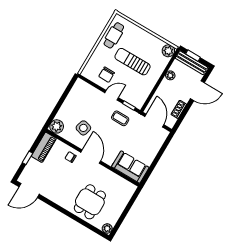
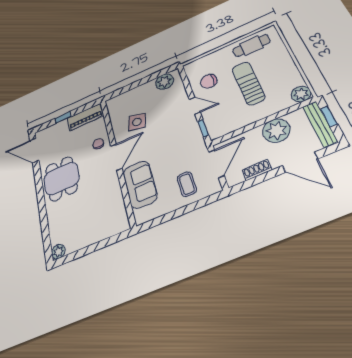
plant: (170, 75) -> (276, 131), width x1.87, depth x1.87
coffee table: (120, 118) -> (187, 184), moved
plant: (57, 126) -> (164, 82), moved
sofa: (130, 167) -> (140, 184), moved
dining table: (90, 202) -> (61, 179), moved, turned 90

